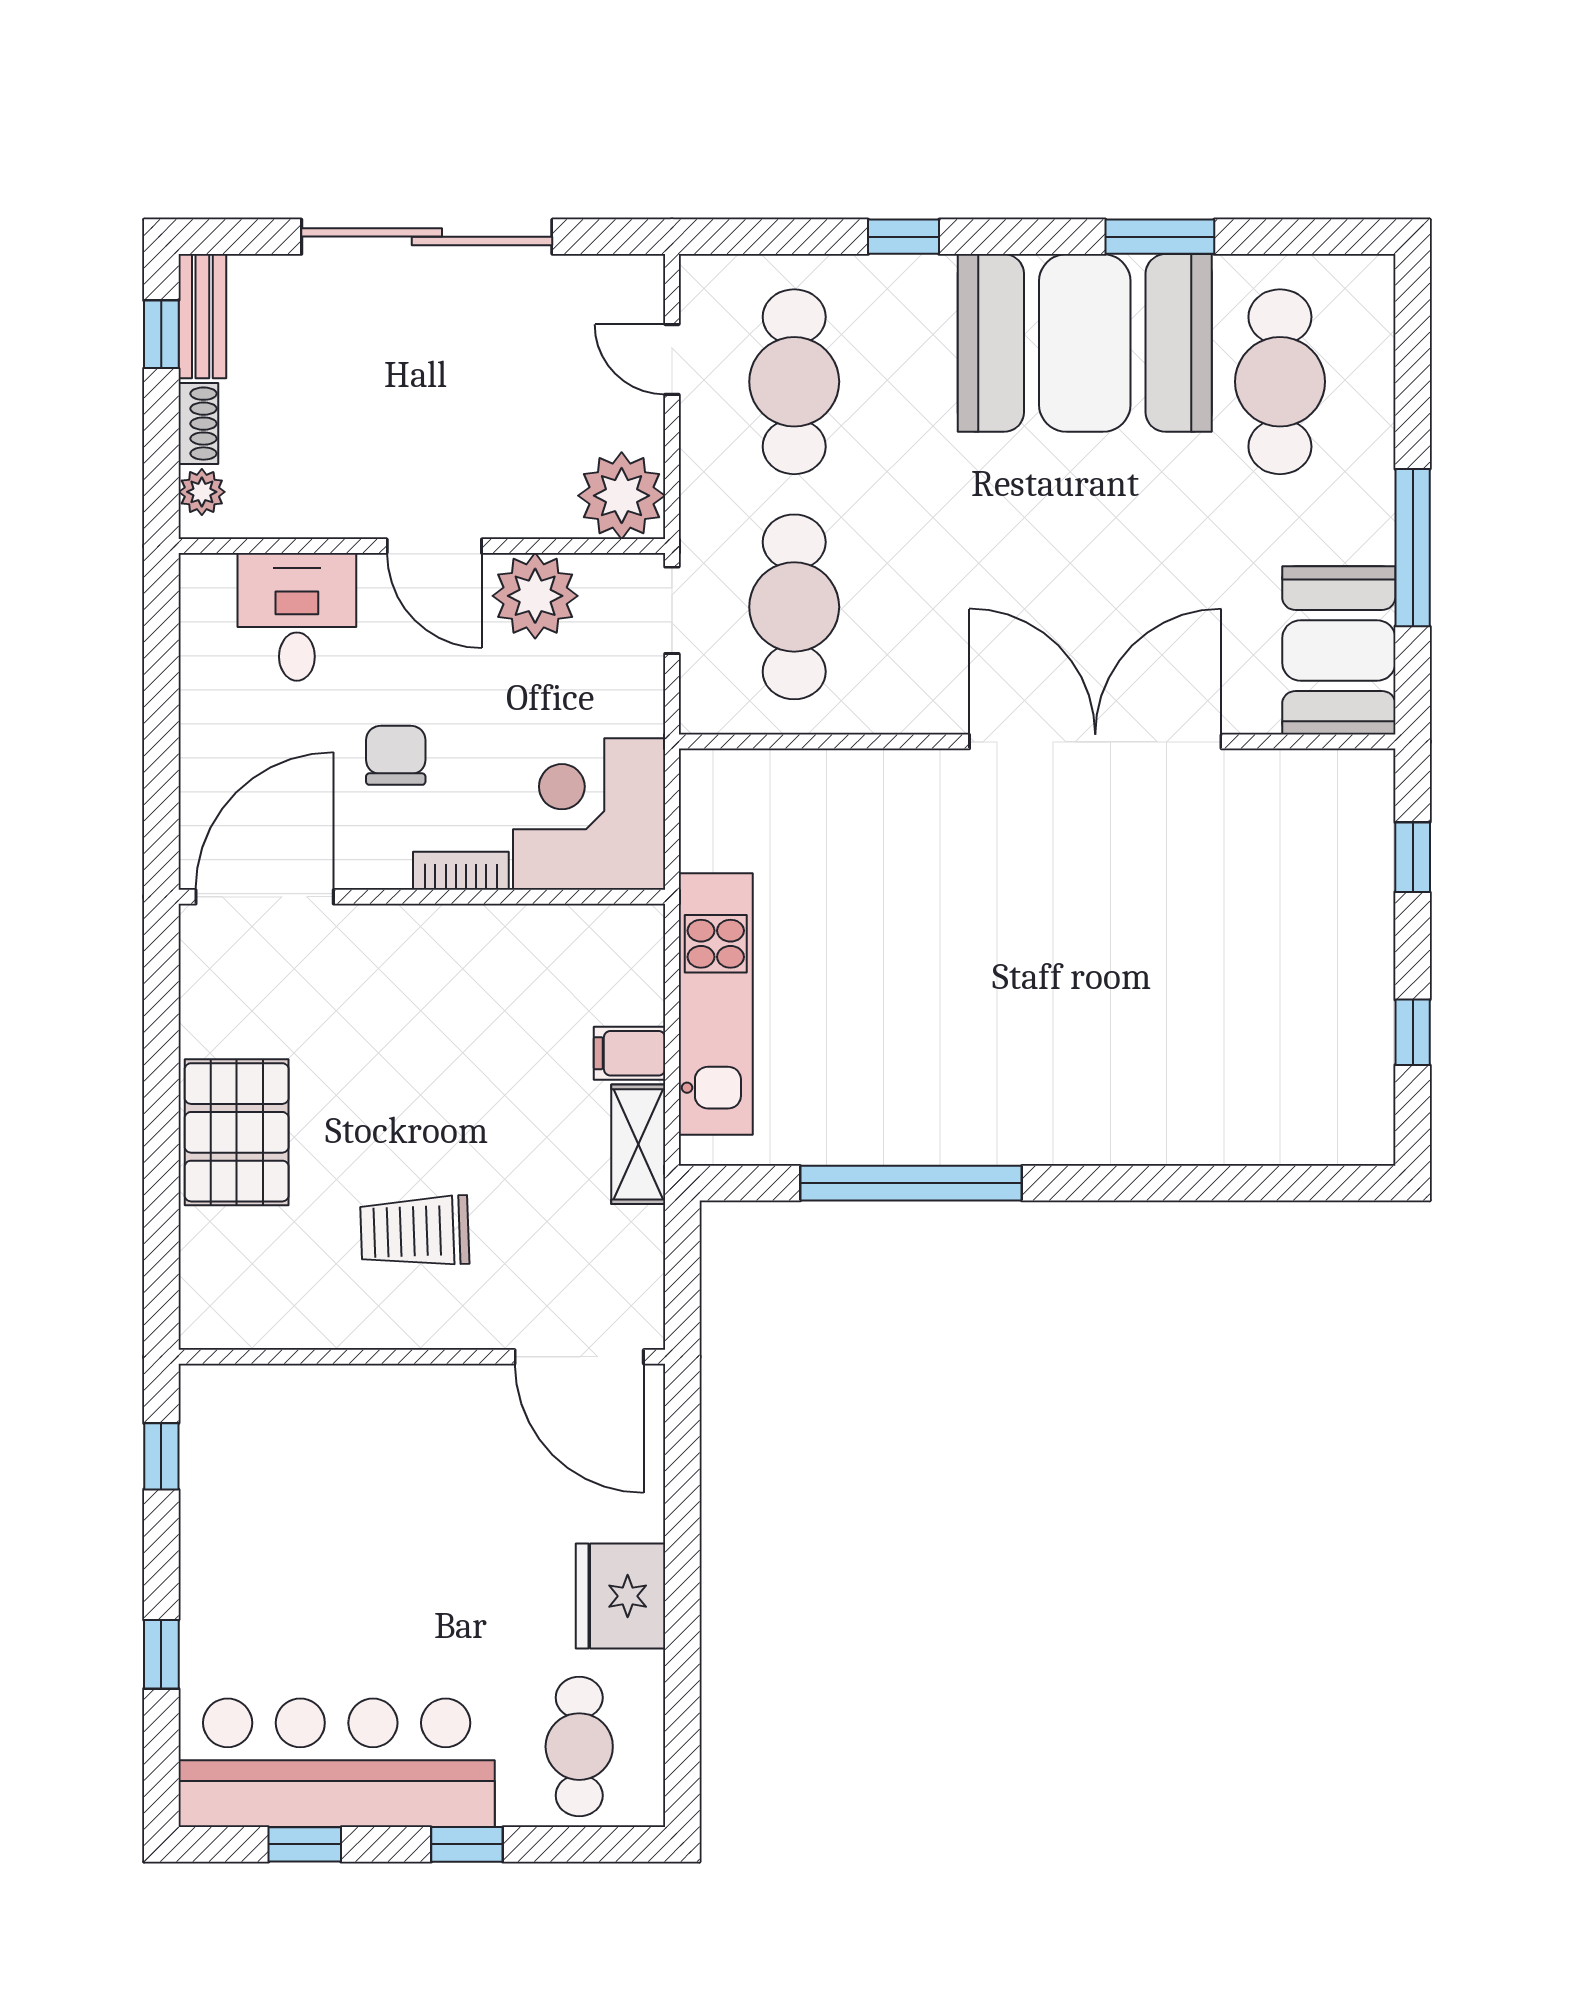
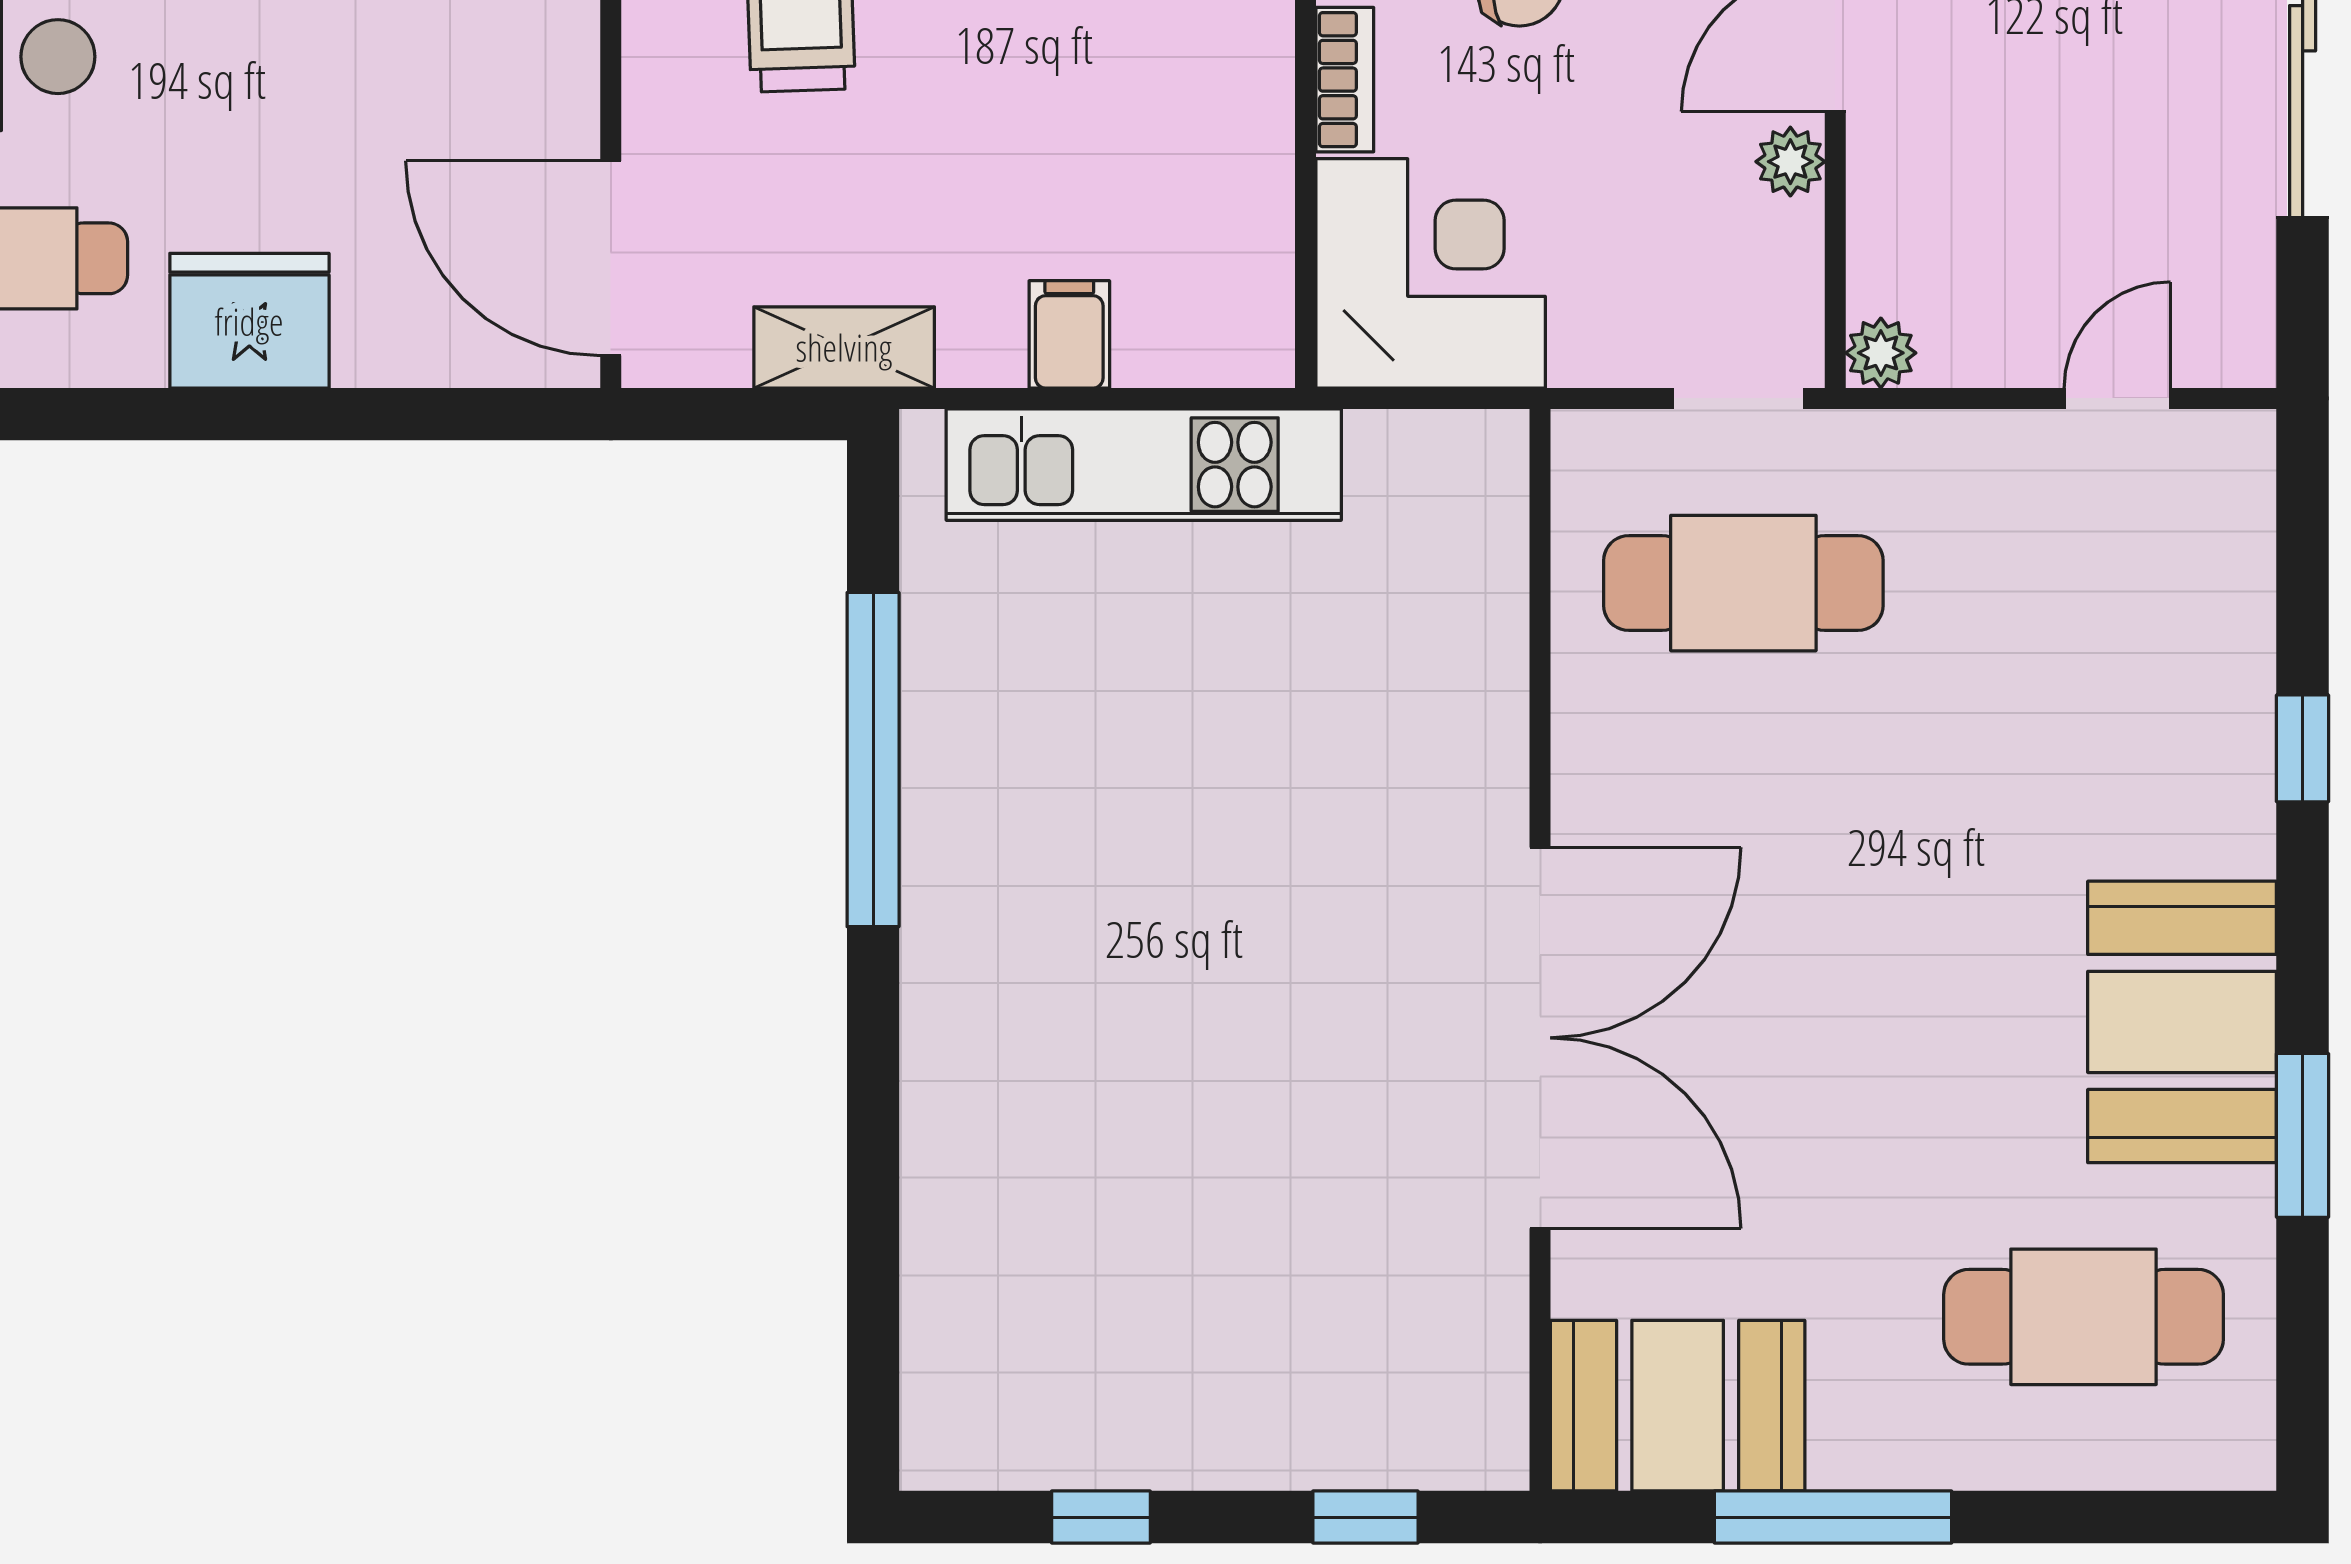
booth: (1085, 343) -> (2182, 1022), width x0.73, depth x0.70
cafe table: (794, 382) -> (2084, 583), removed
plant: (622, 496) -> (1881, 353), width x0.53, depth x0.53
plant: (535, 596) -> (1790, 162), width x0.53, depth x0.53
shelving: (638, 1144) -> (844, 347), moved
door: (579, 1357) -> (611, 258), hinge flipped

